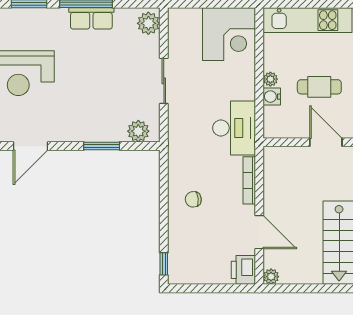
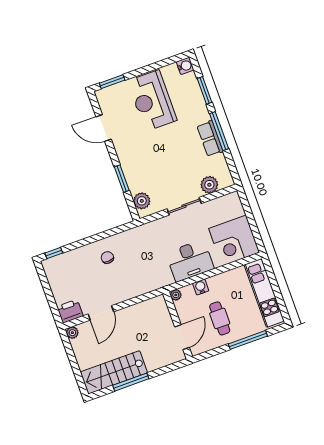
plant: (148, 23) -> (209, 185), moved
plant: (270, 79) -> (176, 295), moved
desk: (234, 128) -> (190, 261), moved
bookcase: (249, 180) -> (135, 293), removed

